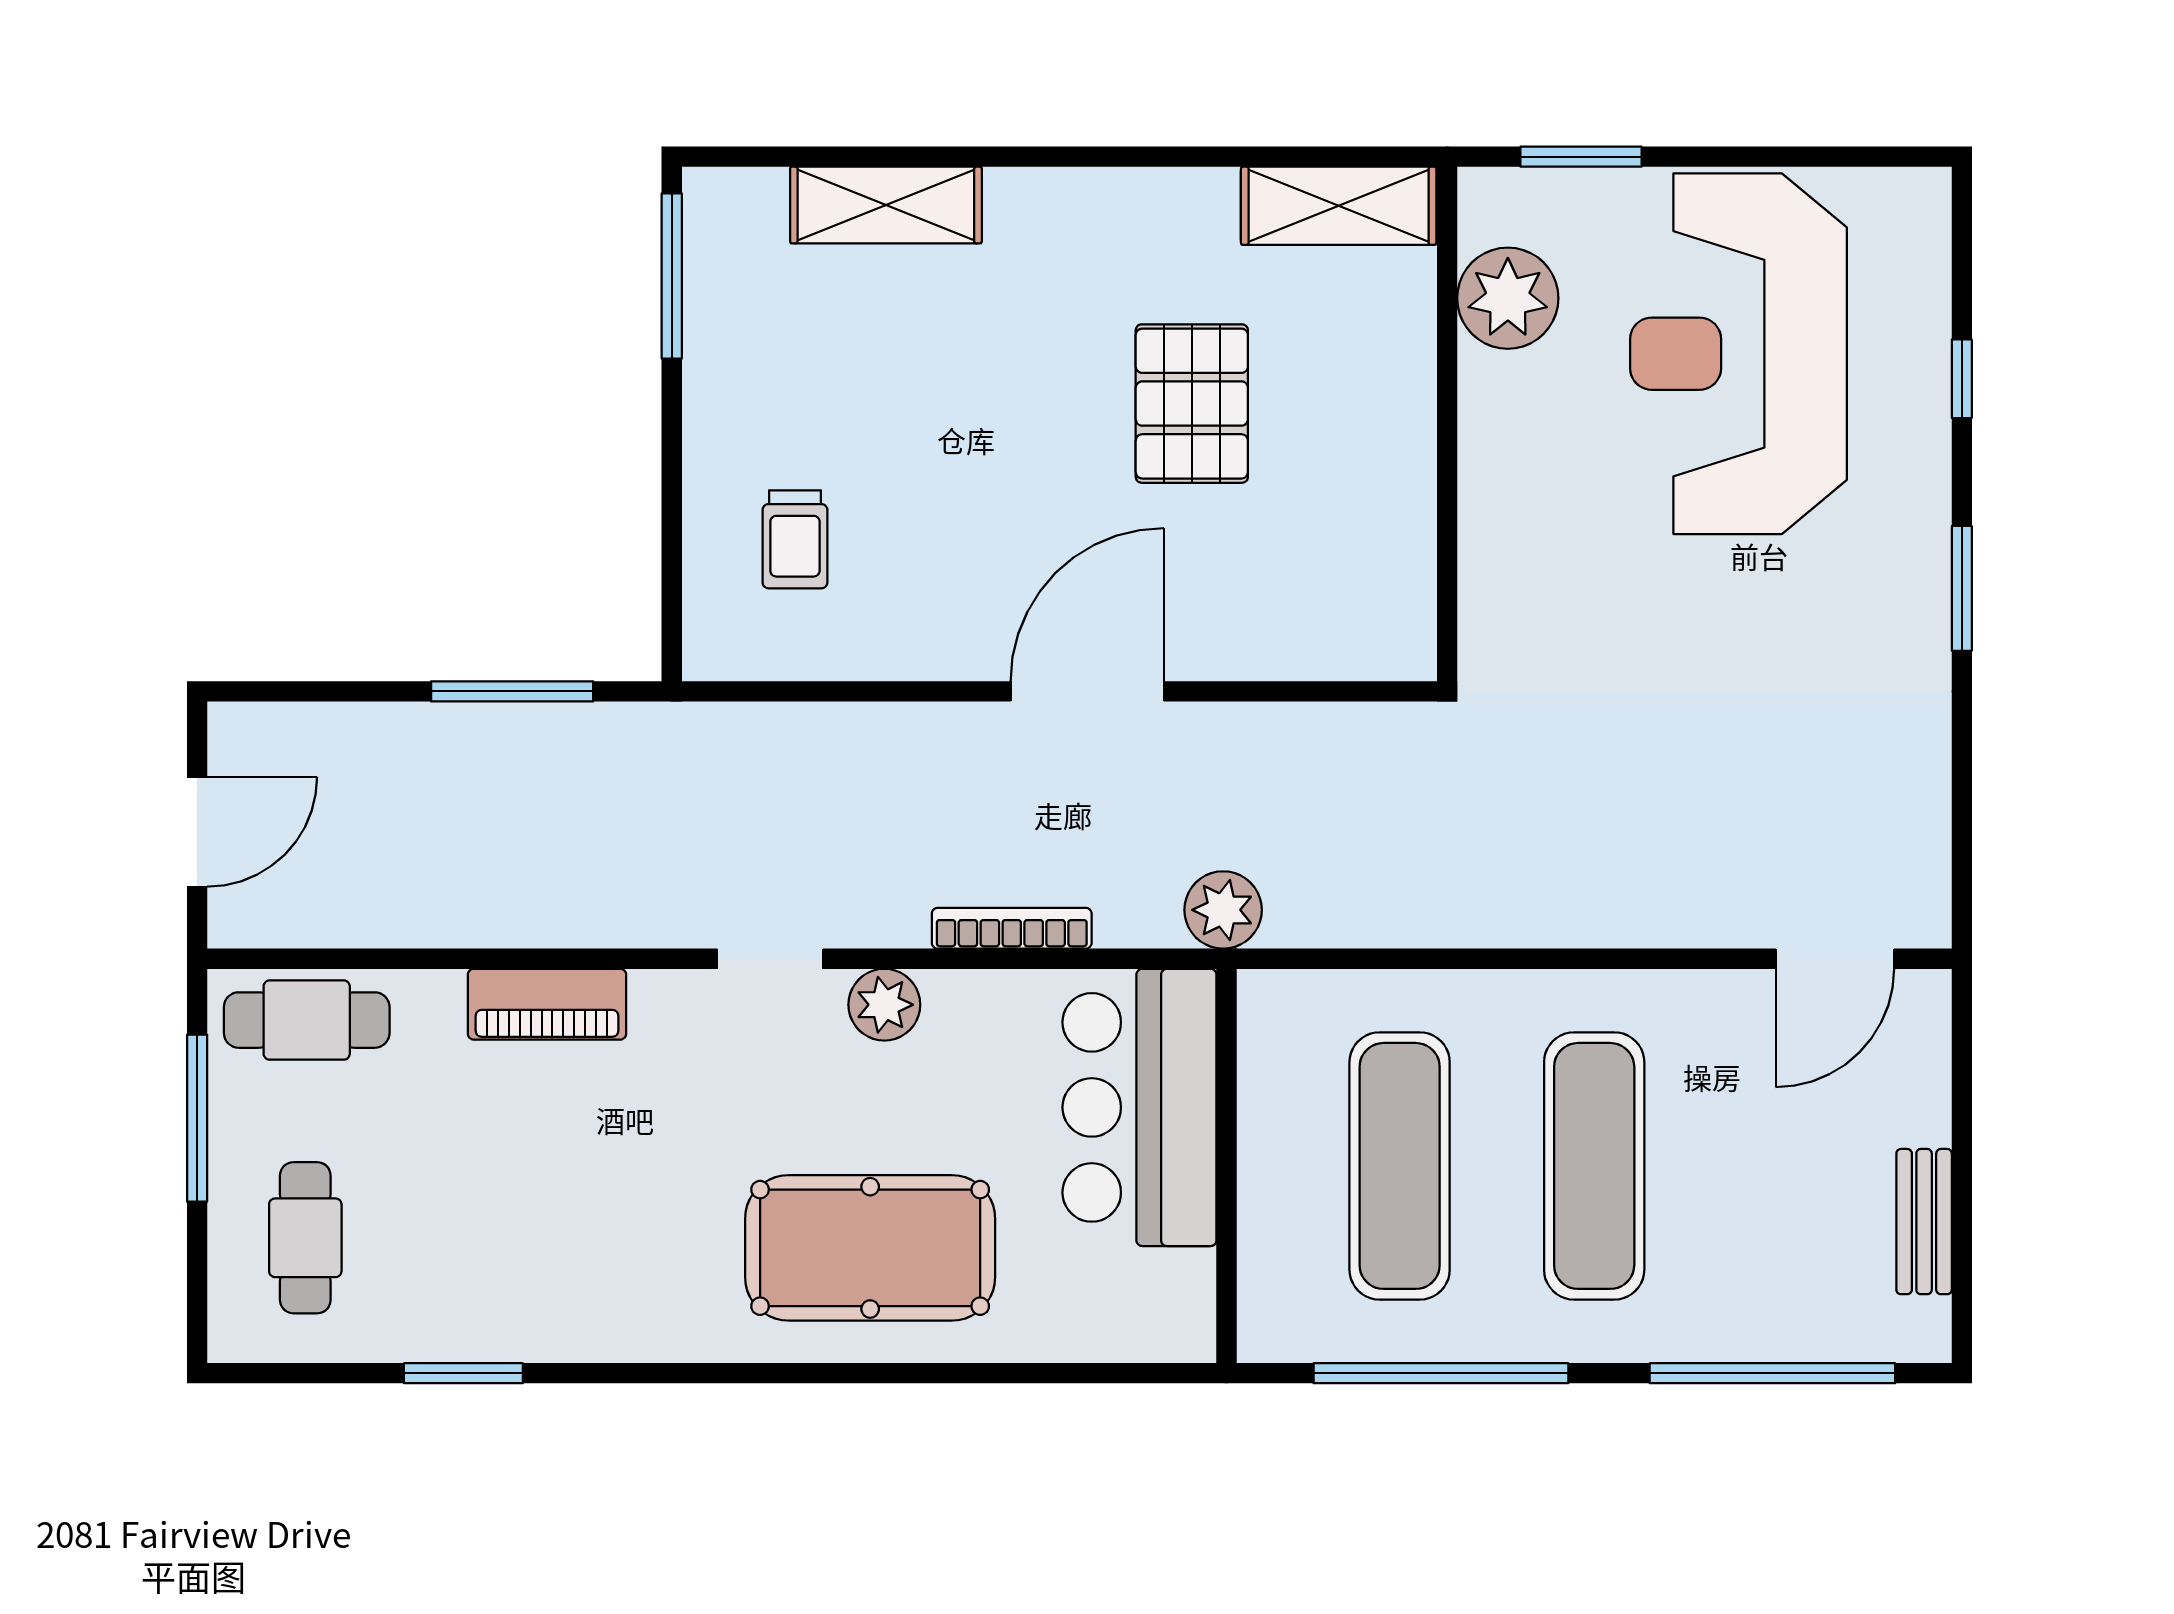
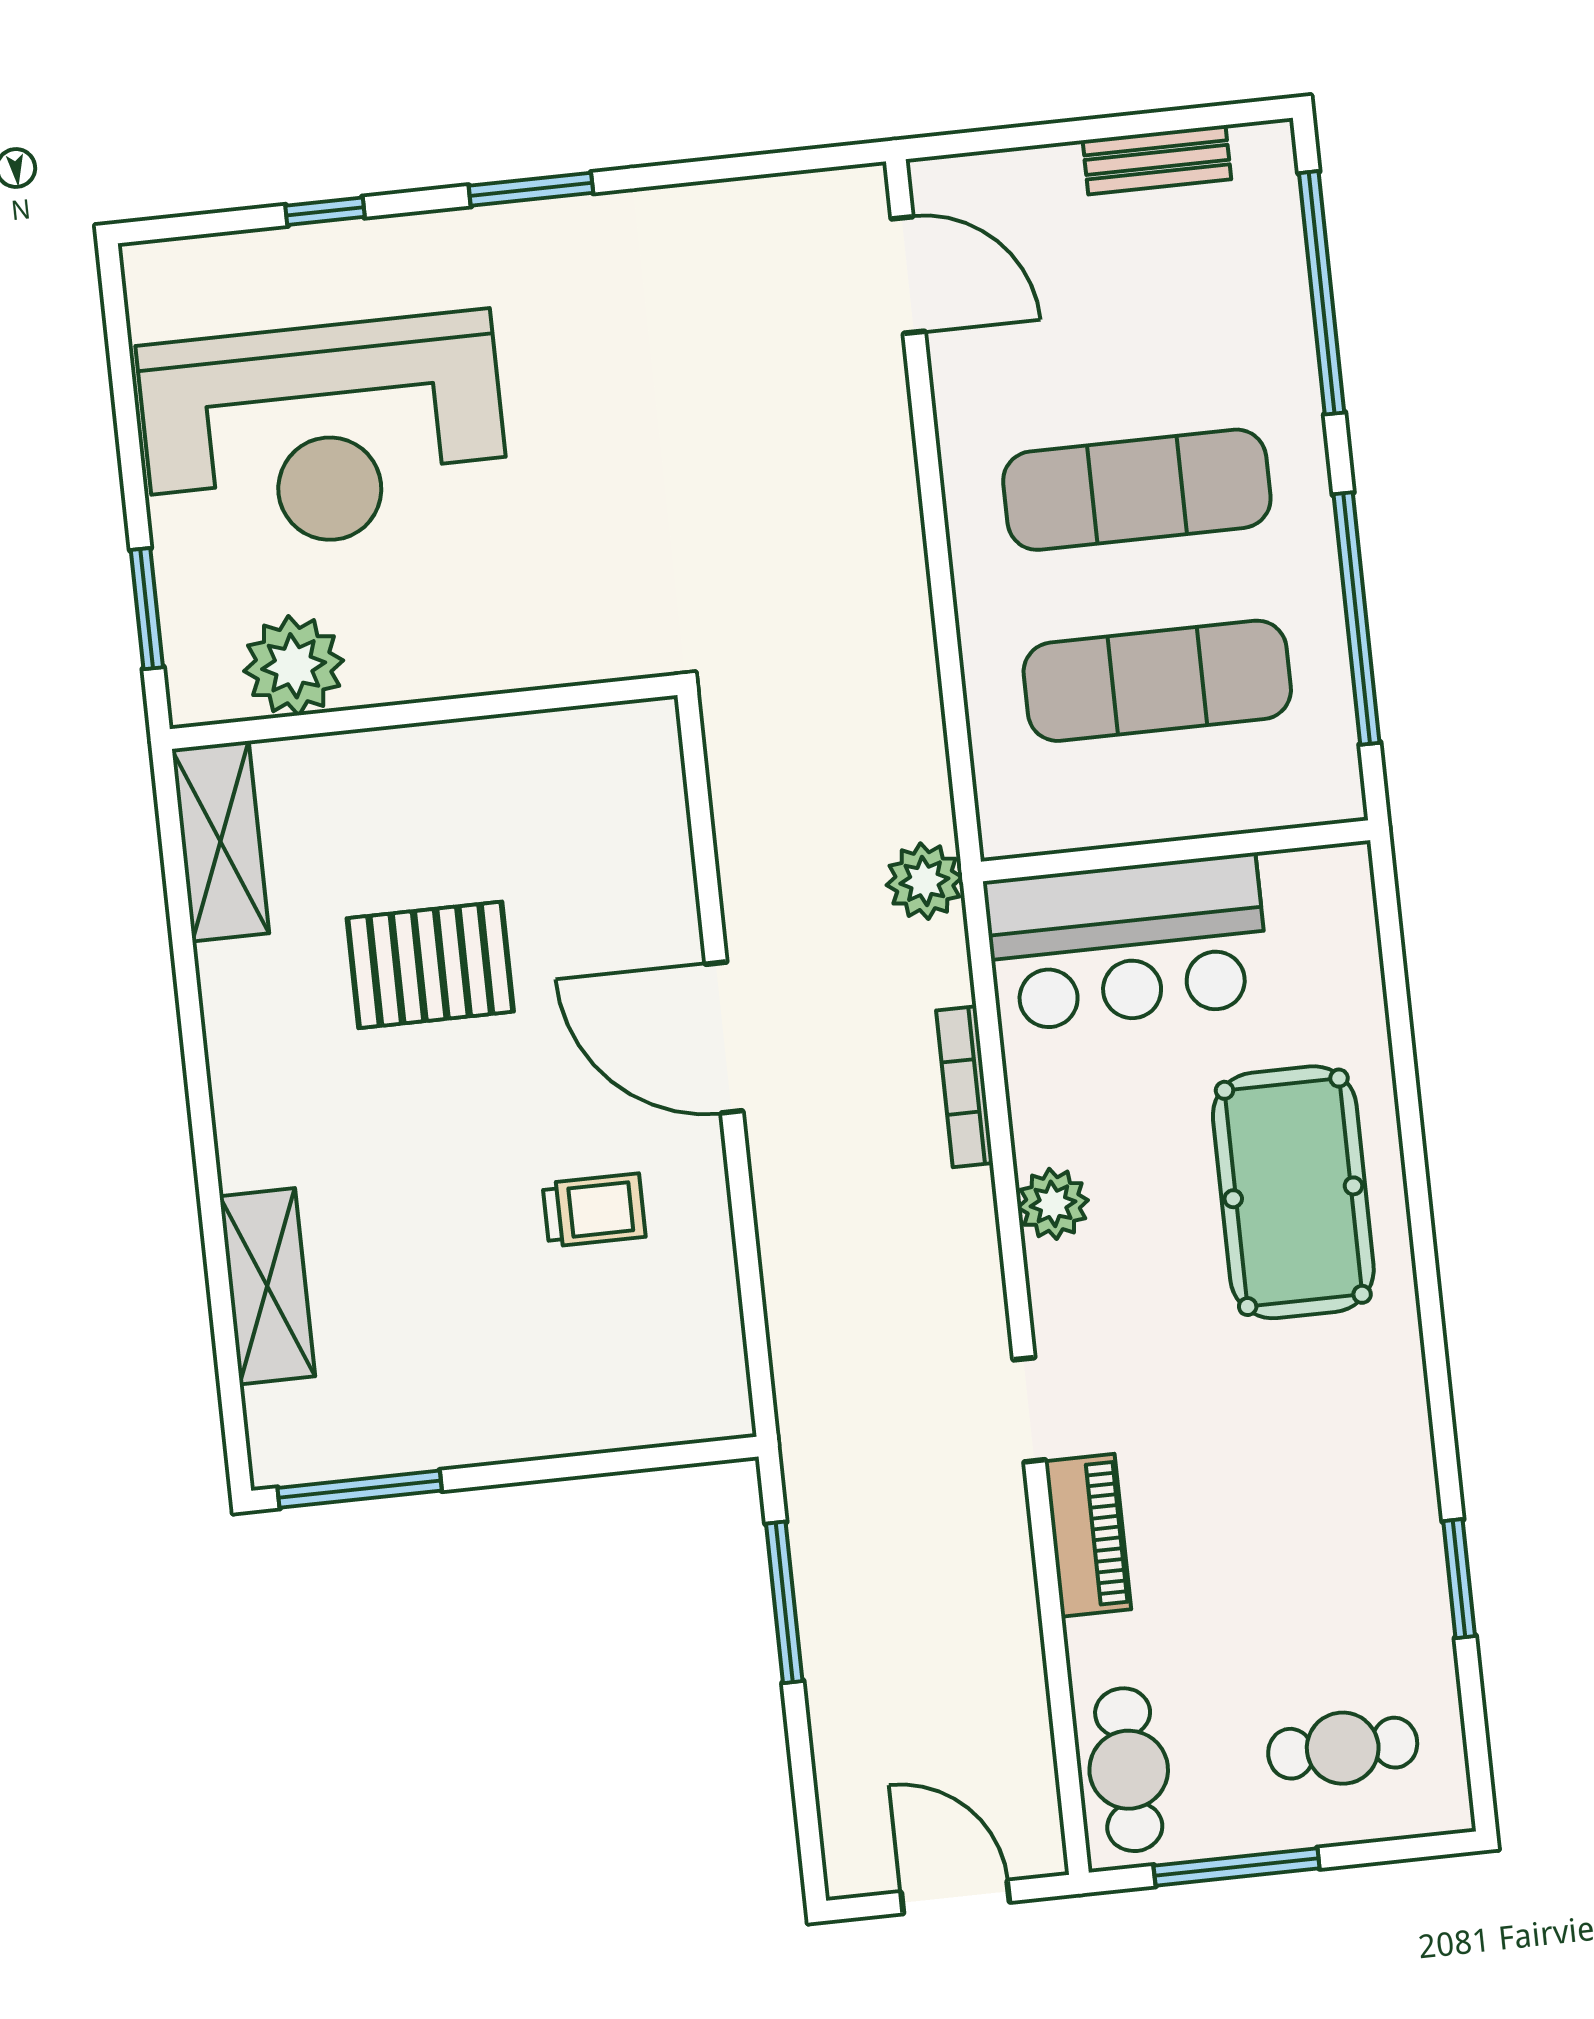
trolley: (795, 539) -> (594, 1210), moved
doorway: (770, 959) -> (1029, 1410), moved

